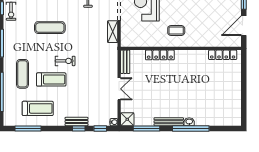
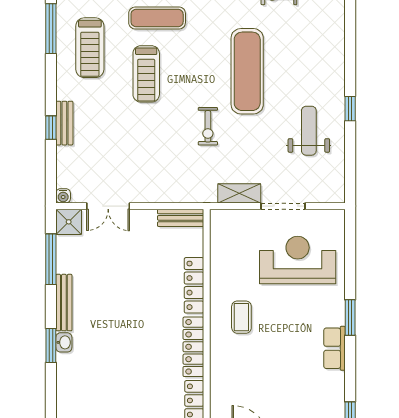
exercise mat: (50, 28) -> (247, 71), width x1.36, depth x1.45
locker: (191, 55) -> (193, 347), added
exercise bike: (65, 61) -> (208, 126), moved
double door: (119, 89) -> (108, 206), moved
window: (100, 128) -> (51, 169), removed
window: (191, 128) -> (51, 346), width x0.47

